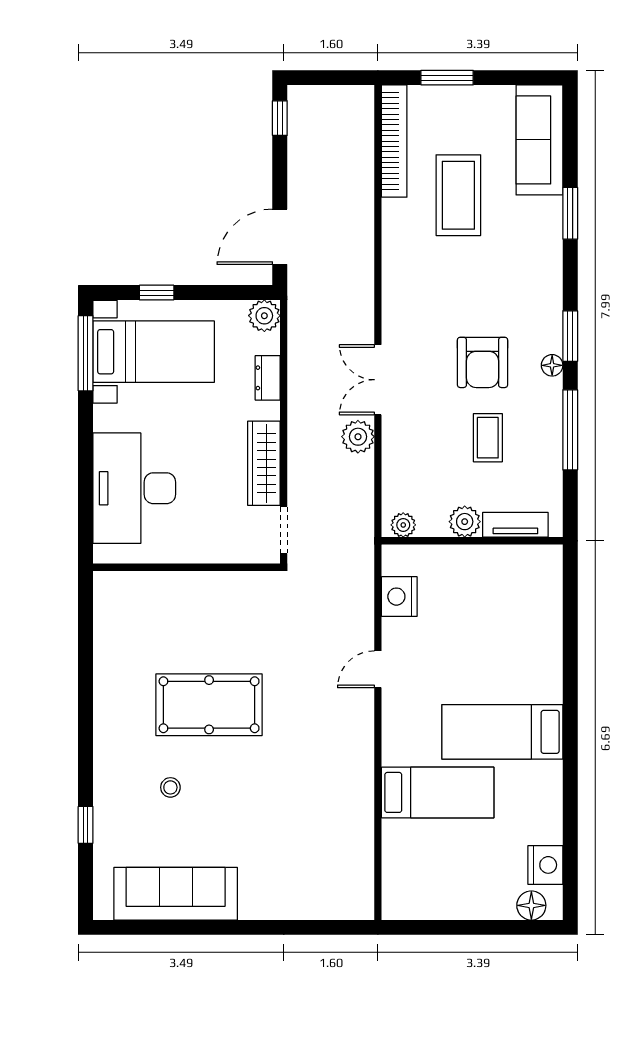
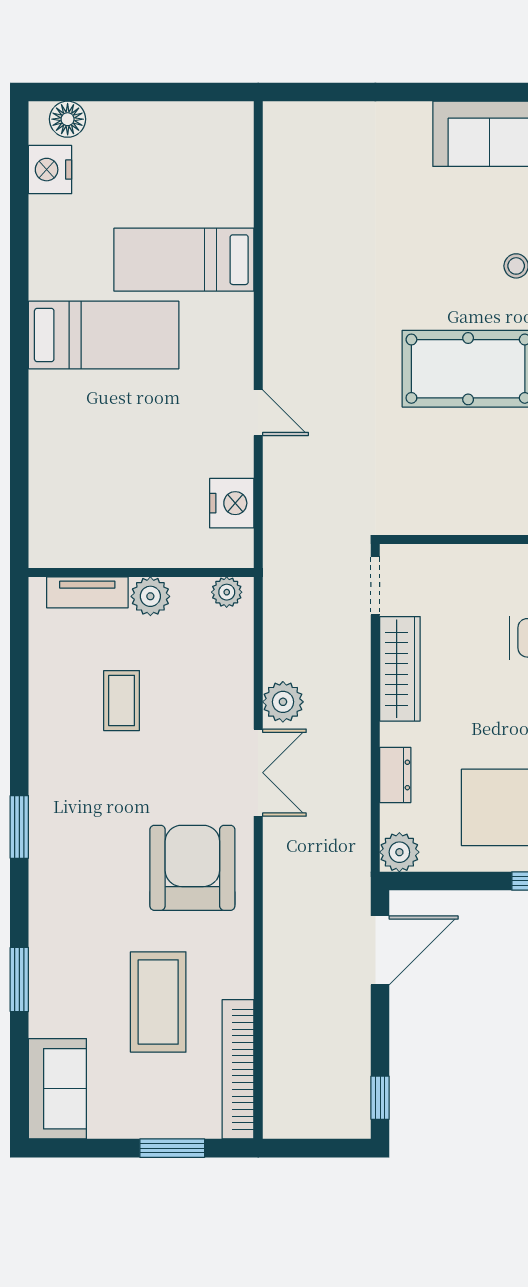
sofa: (539, 140) -> (57, 1089), width x0.73
armchair: (483, 362) -> (192, 868), moved, width x1.36, depth x1.36
floor lamp: (552, 365) -> (42, 791), removed
window: (570, 430) -> (19, 710), removed
door: (378, 669) -> (258, 413), hinge flipped

